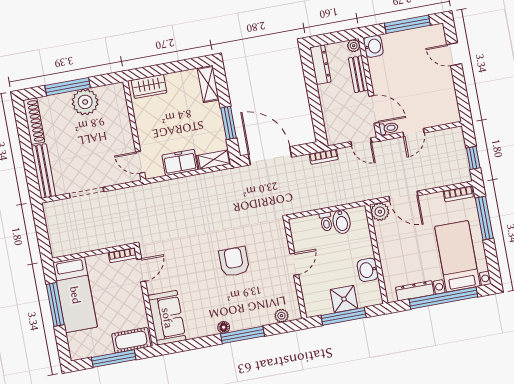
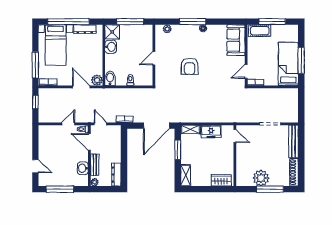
washbasin: (373, 46) -> (83, 168), moved
door: (270, 156) -> (156, 126), hinge flipped
bidet: (342, 222) -> (110, 78), moved
shower: (344, 299) -> (112, 32), moved

